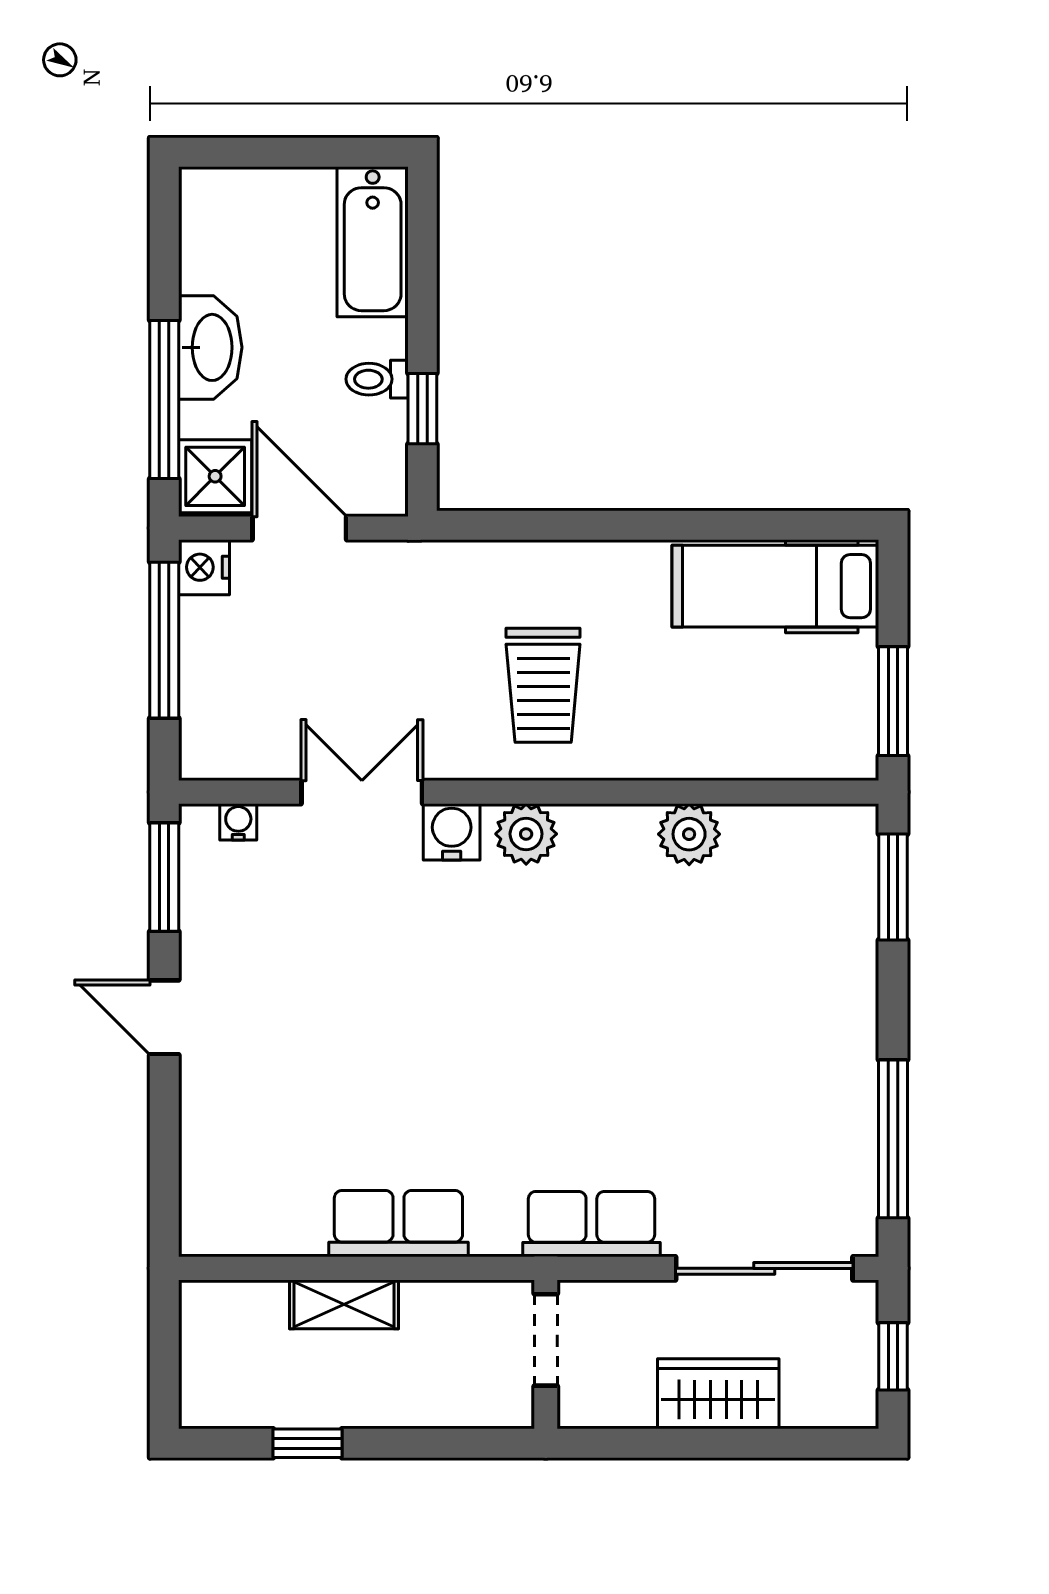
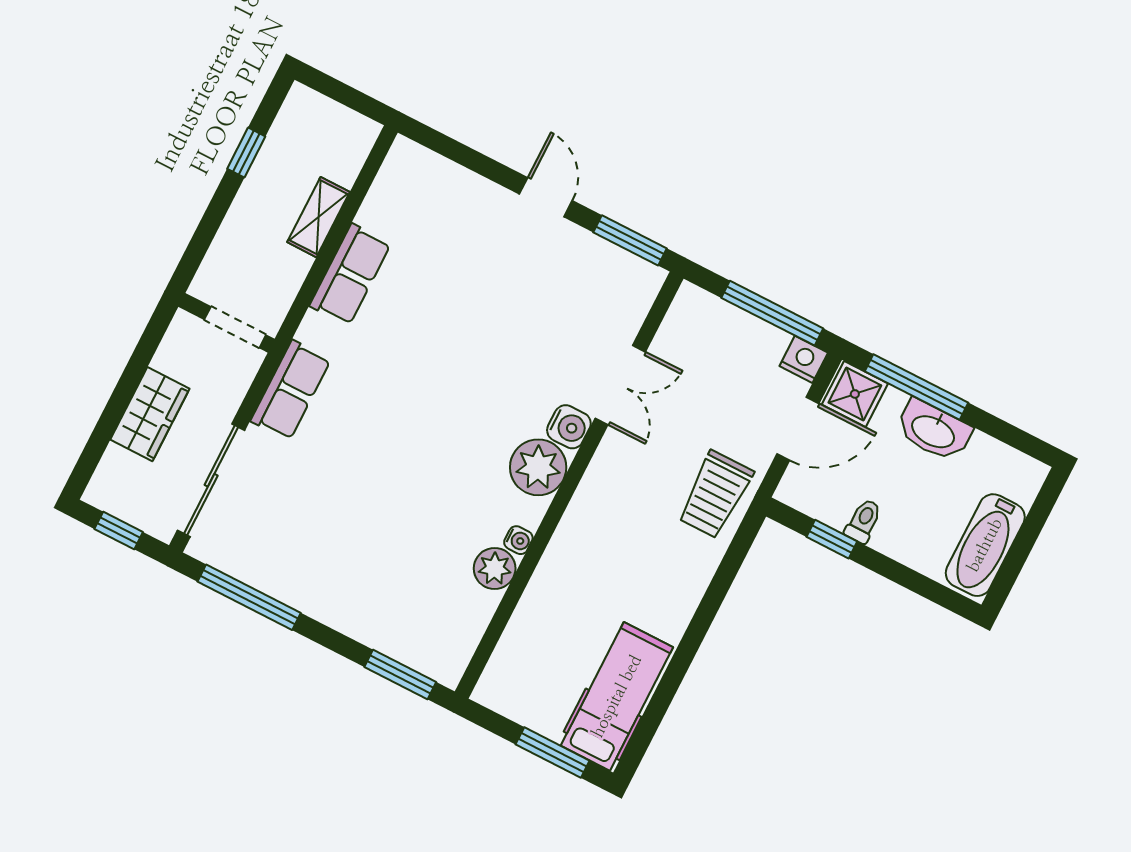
bathtub: (373, 242) -> (985, 545), moved, turned -90
trolley: (543, 685) -> (715, 495), moved, turned -90
window: (893, 701) -> (553, 752), moved
water cooler: (238, 822) -> (518, 540), moved
plant: (526, 834) -> (538, 467), width x1.36, depth x1.36
door: (164, 1017) -> (546, 197), hinge flipped

